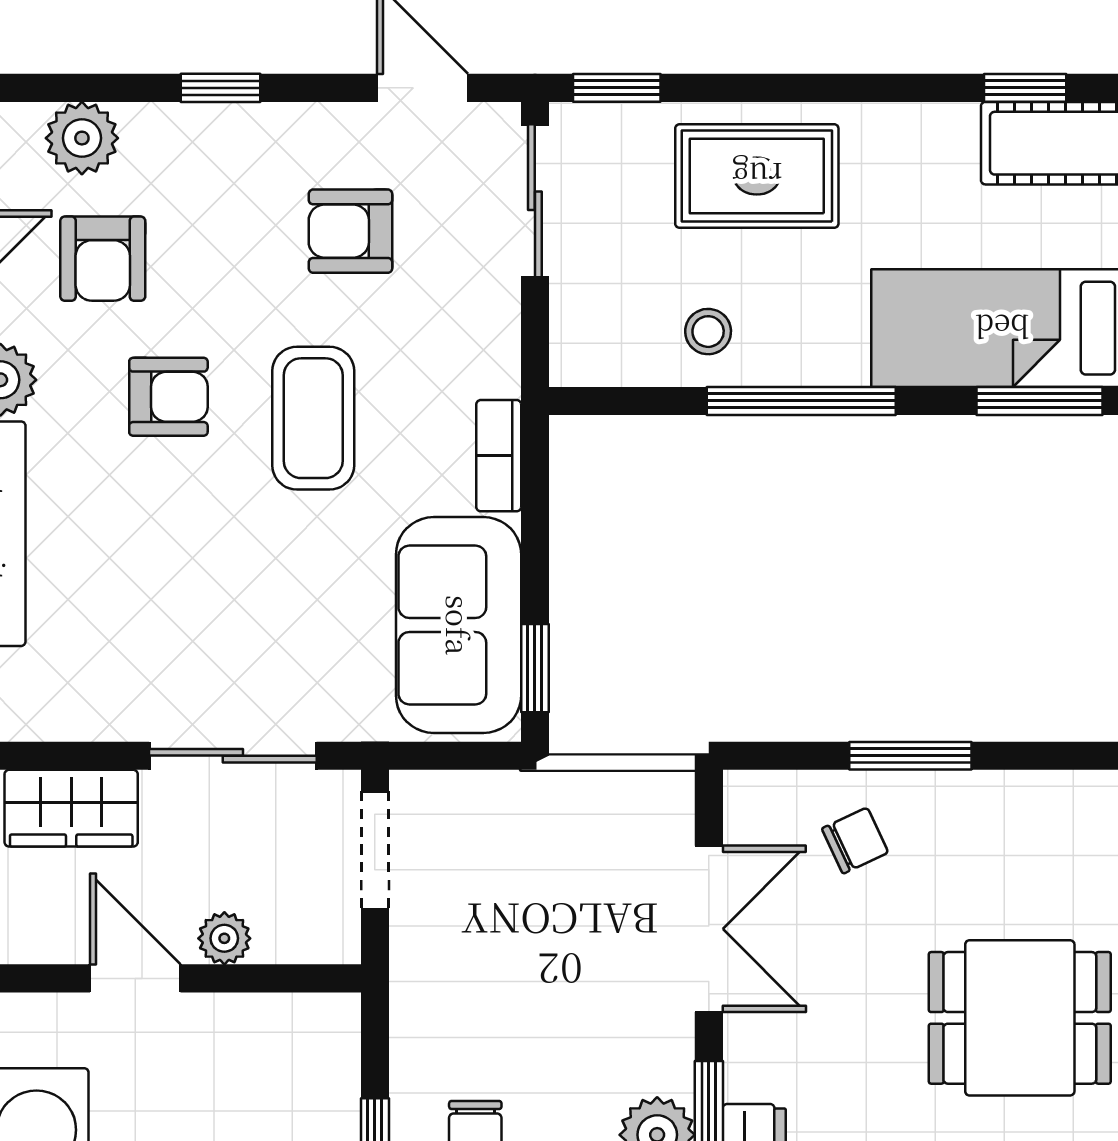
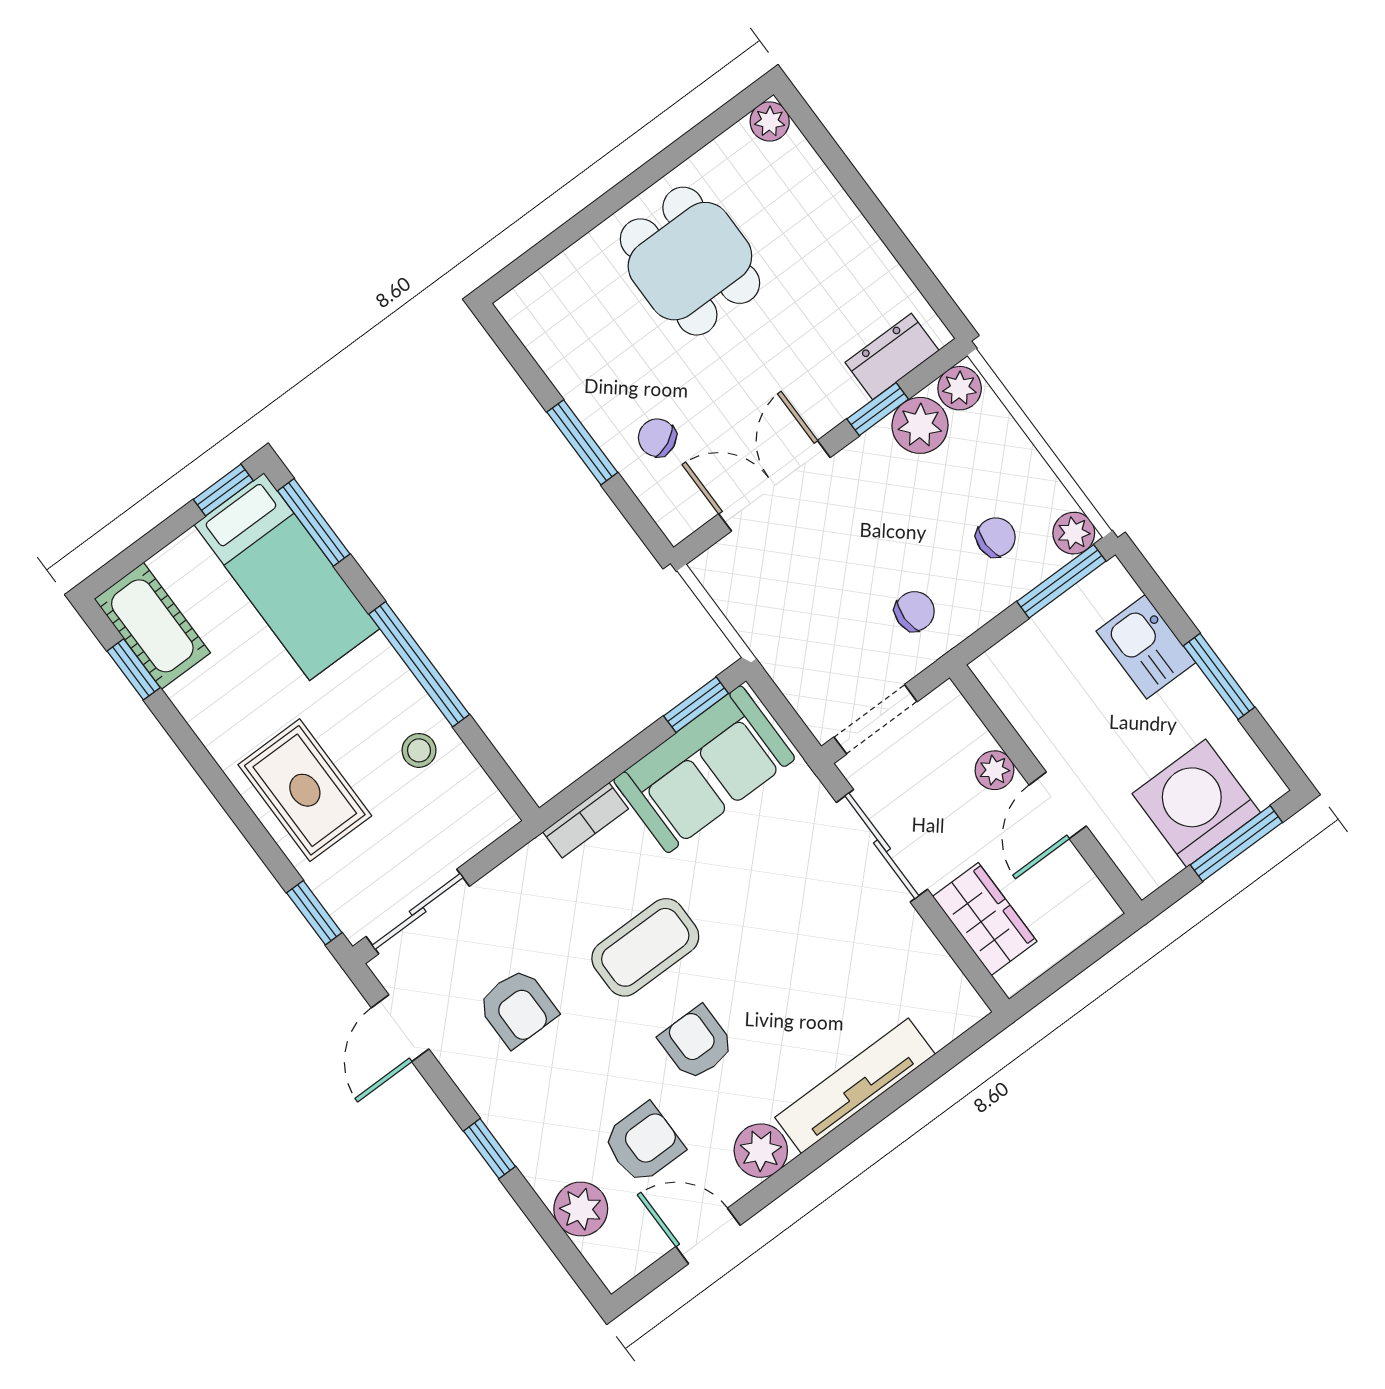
chair: (460, 980) -> (915, 611), added

